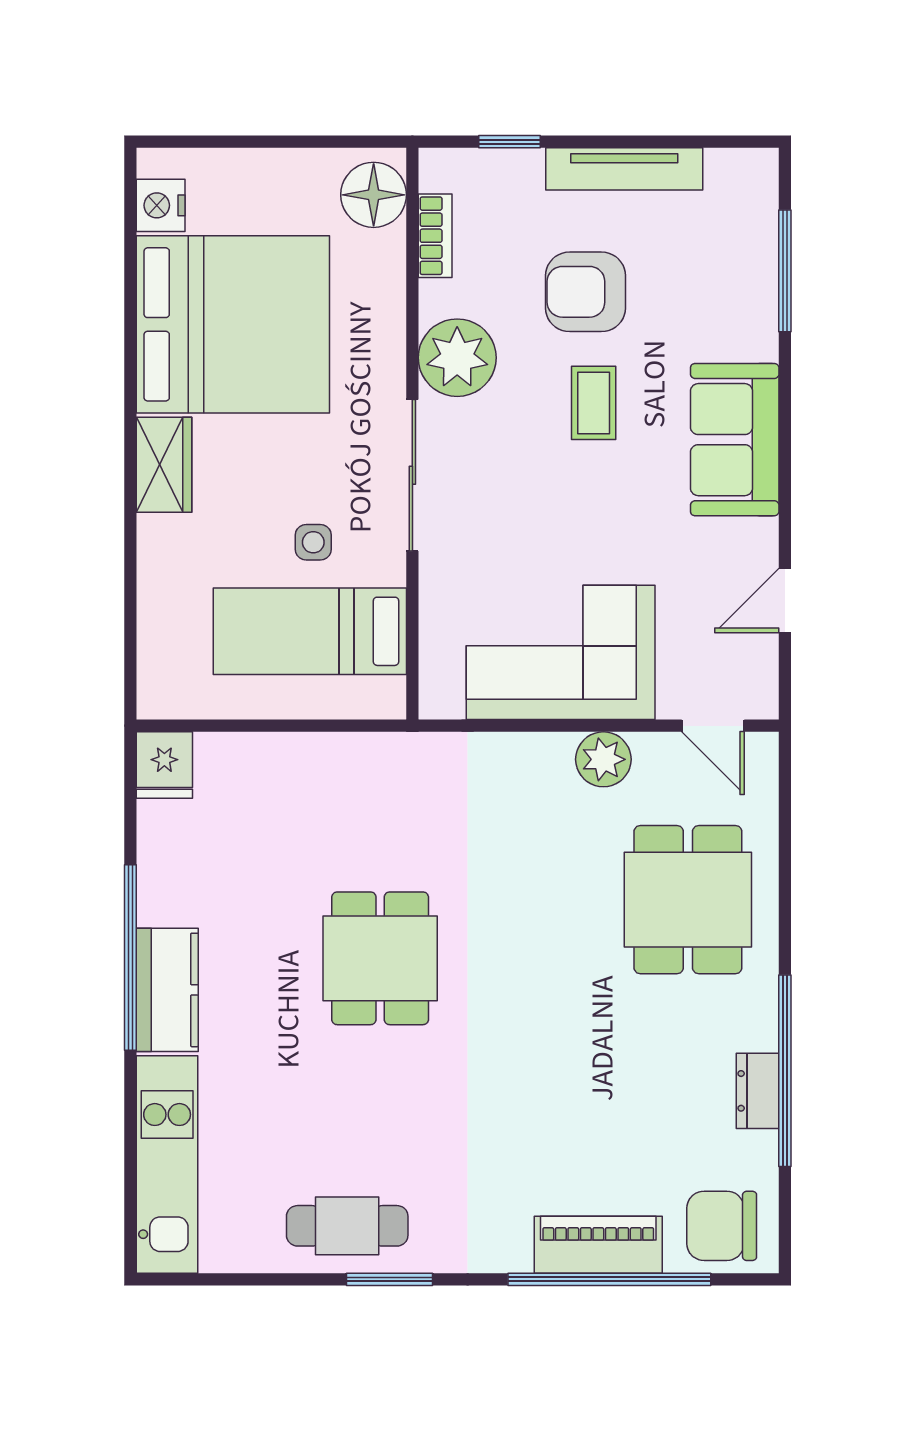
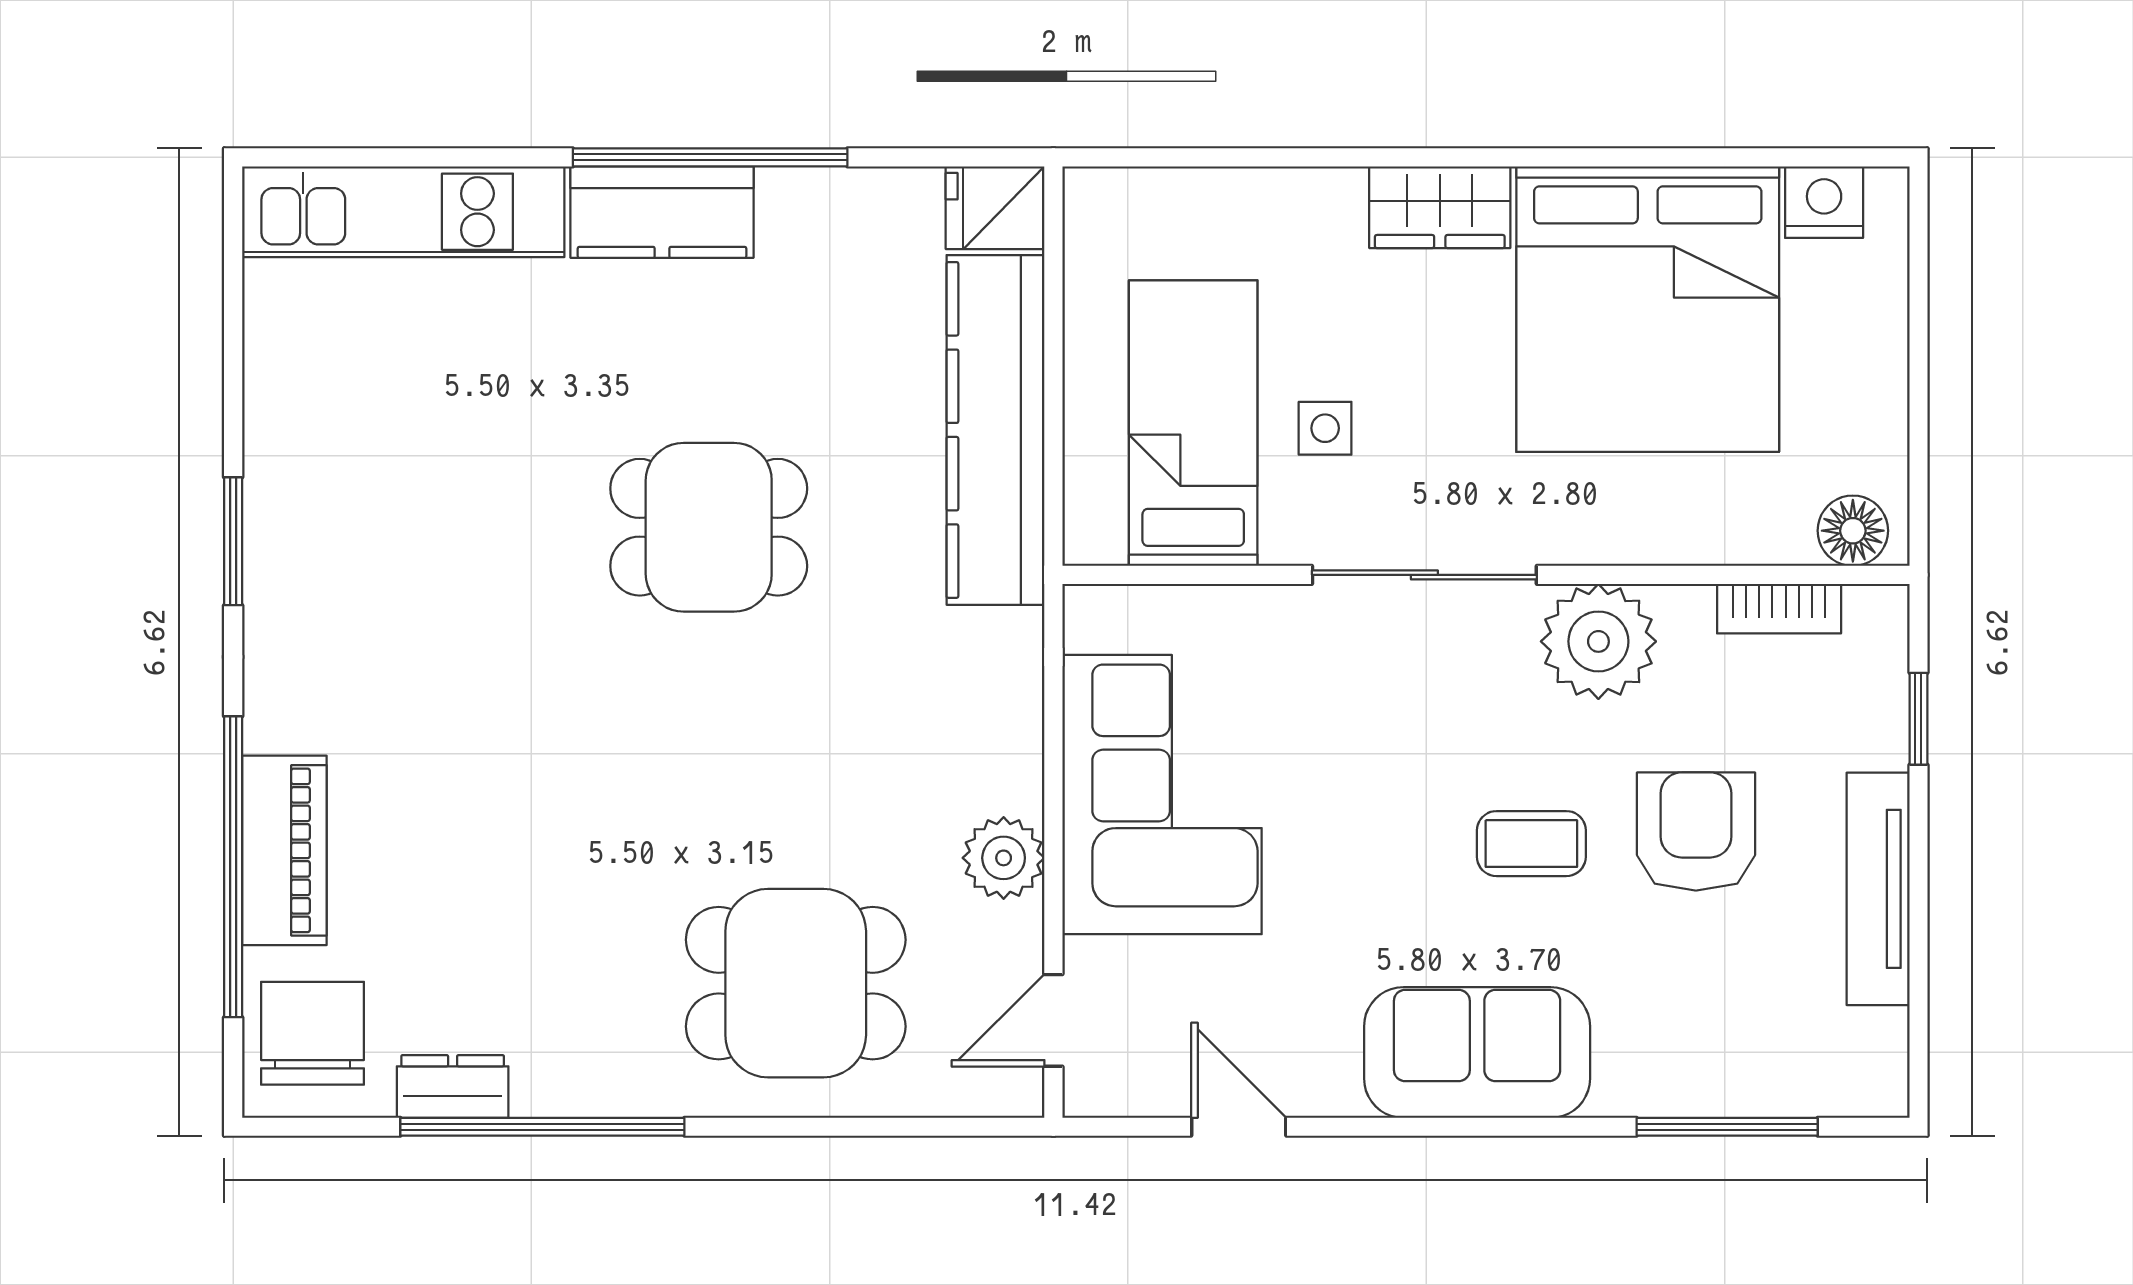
floor lamp: (374, 195) -> (1853, 531), width x0.73, depth x0.73
kitchen counter: (314, 765) -> (996, 430), added
dresser: (758, 1091) -> (453, 1086), moved
cafe table: (347, 1226) -> (313, 478), removed

